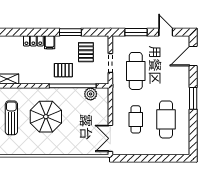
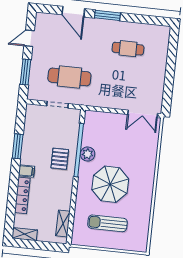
locker: (33, 41) -> (22, 195), width x1.53
pallet: (86, 52) -> (42, 131), removed
door: (193, 56) -> (73, 12), moved
plant: (91, 94) -> (88, 154), moved
cafe table: (136, 119) -> (124, 83), removed
cafe table: (166, 119) -> (128, 49), width x0.73, depth x0.74

